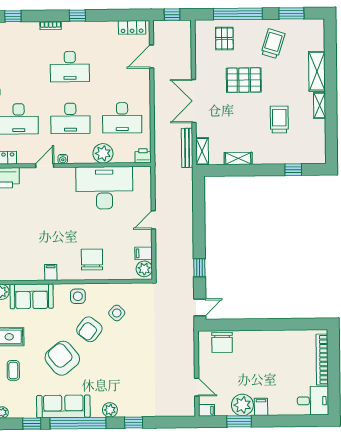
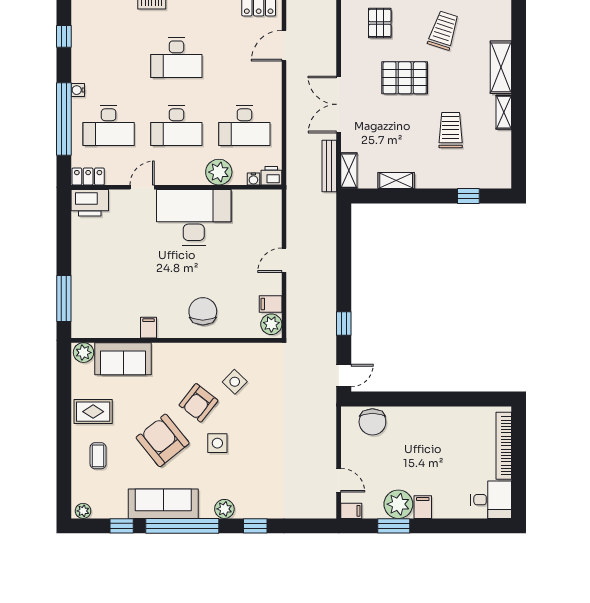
water cooler: (63, 159) -> (253, 179), moved
desk: (104, 188) -> (194, 217), moved
side table: (78, 296) -> (217, 443), moved

